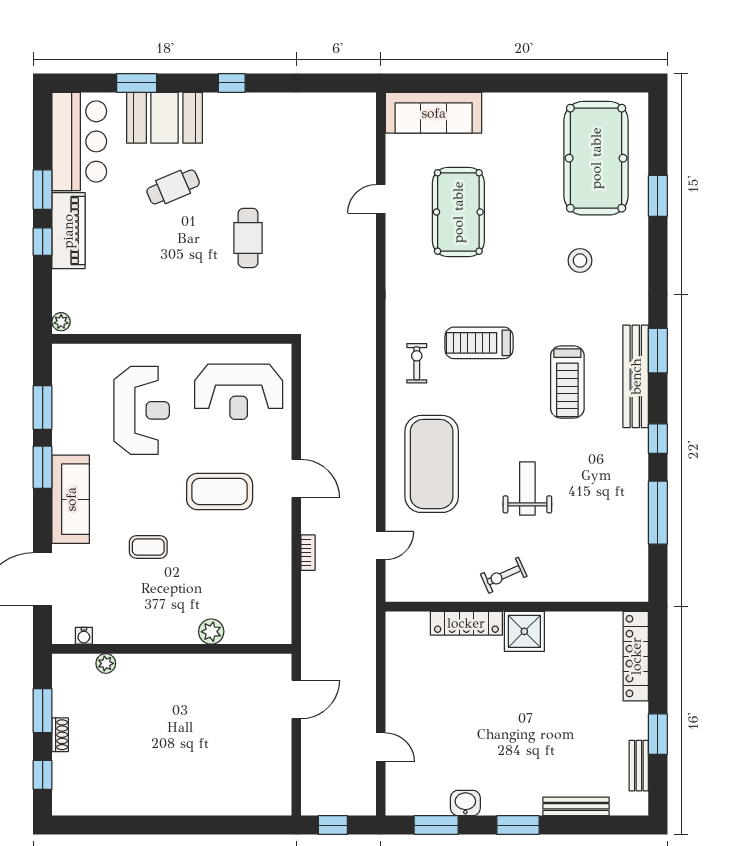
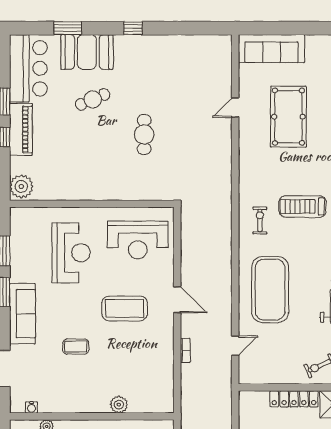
plant: (61, 322) -> (21, 186), width x1.88, depth x1.88

